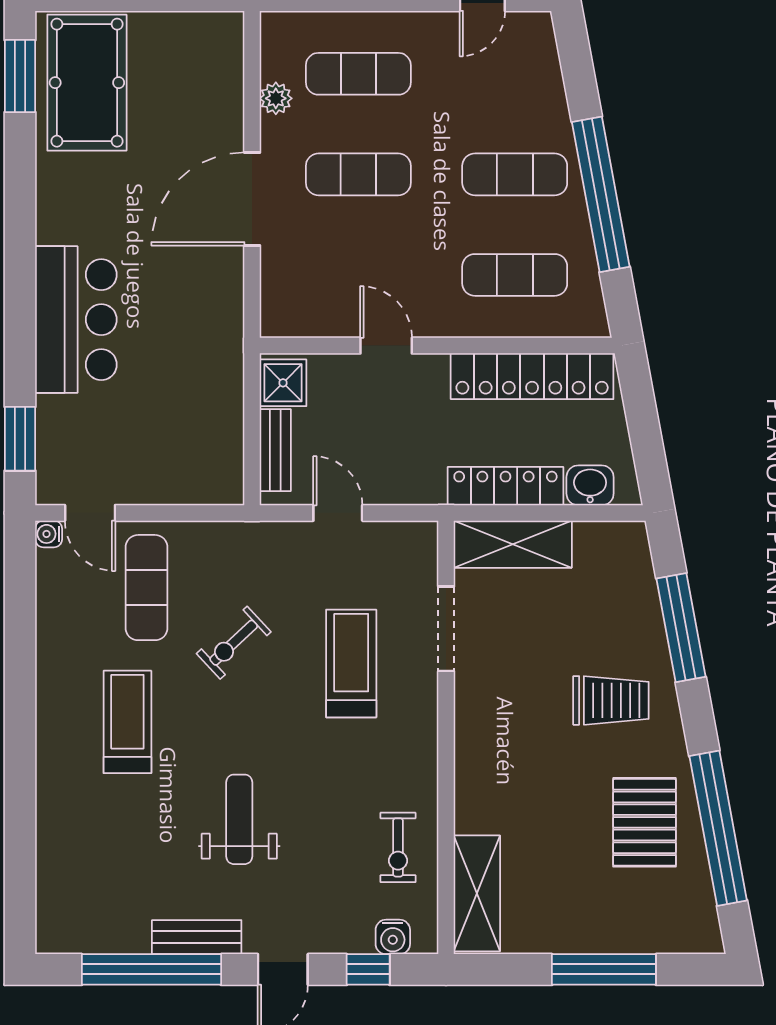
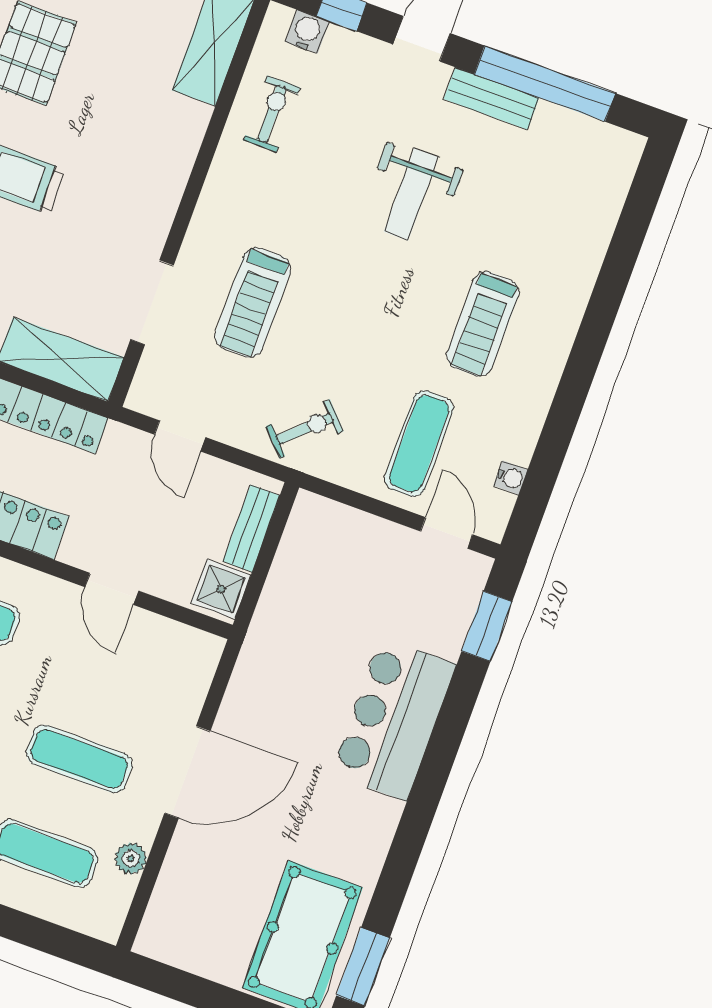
door: (338, 513) -> (180, 436), moved
water cooler: (49, 534) -> (511, 478), moved
exercise bike: (234, 643) -> (305, 429), moved

